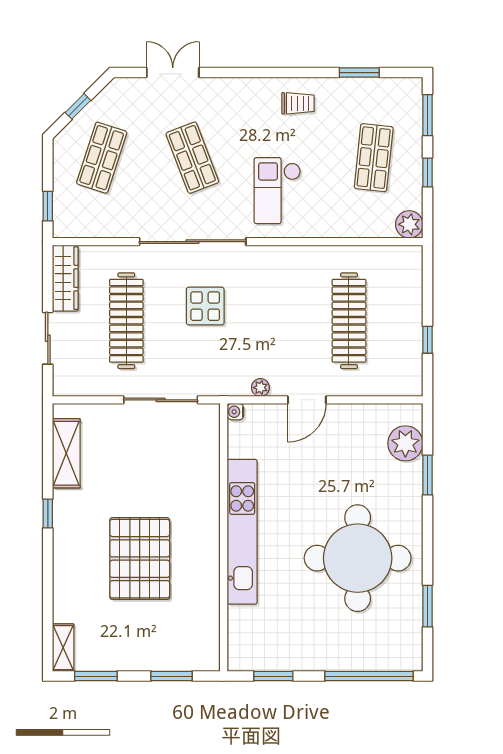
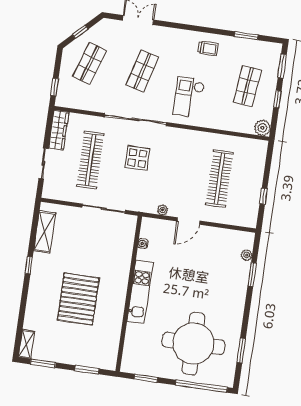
shop shelf: (192, 158) -> (142, 71), turned 36
water cooler: (235, 412) -> (143, 244), moved
plant: (405, 443) -> (247, 255), width x0.53, depth x0.53
kitchen unit: (242, 532) -> (140, 292), width x0.73
round table: (358, 558) -> (193, 343), moved

